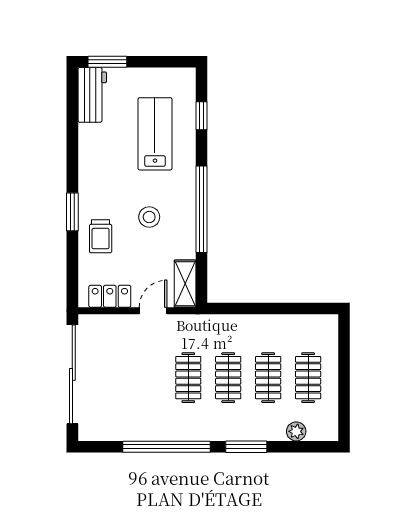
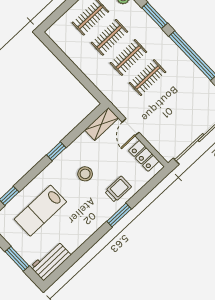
window: (107, 62) -> (17, 259), moved
window: (201, 209) -> (56, 151), width x0.32
door: (153, 311) -> (131, 127), hinge flipped

